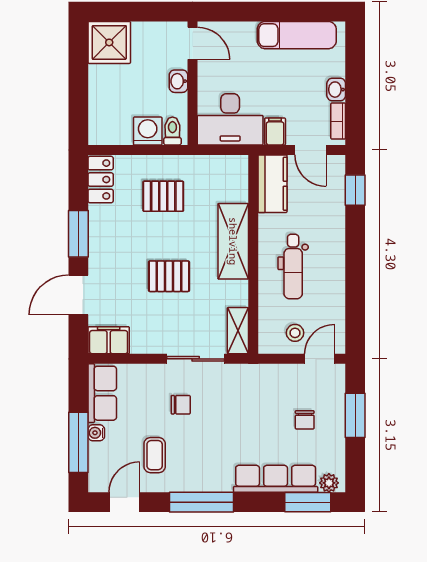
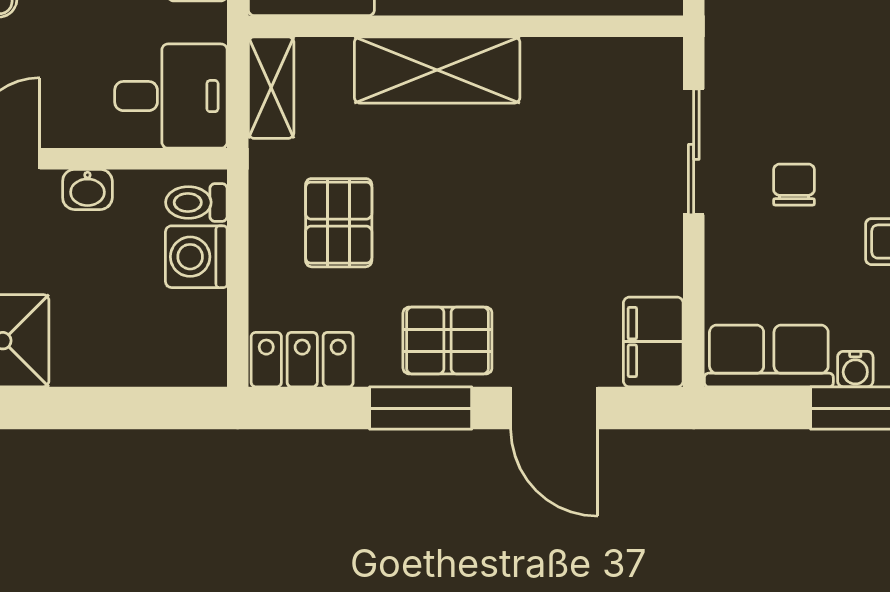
desk: (230, 119) -> (171, 96), width x0.73
pallet: (169, 276) -> (447, 341), moved, turned 90
shelving: (238, 331) -> (271, 88), moved, turned 90

